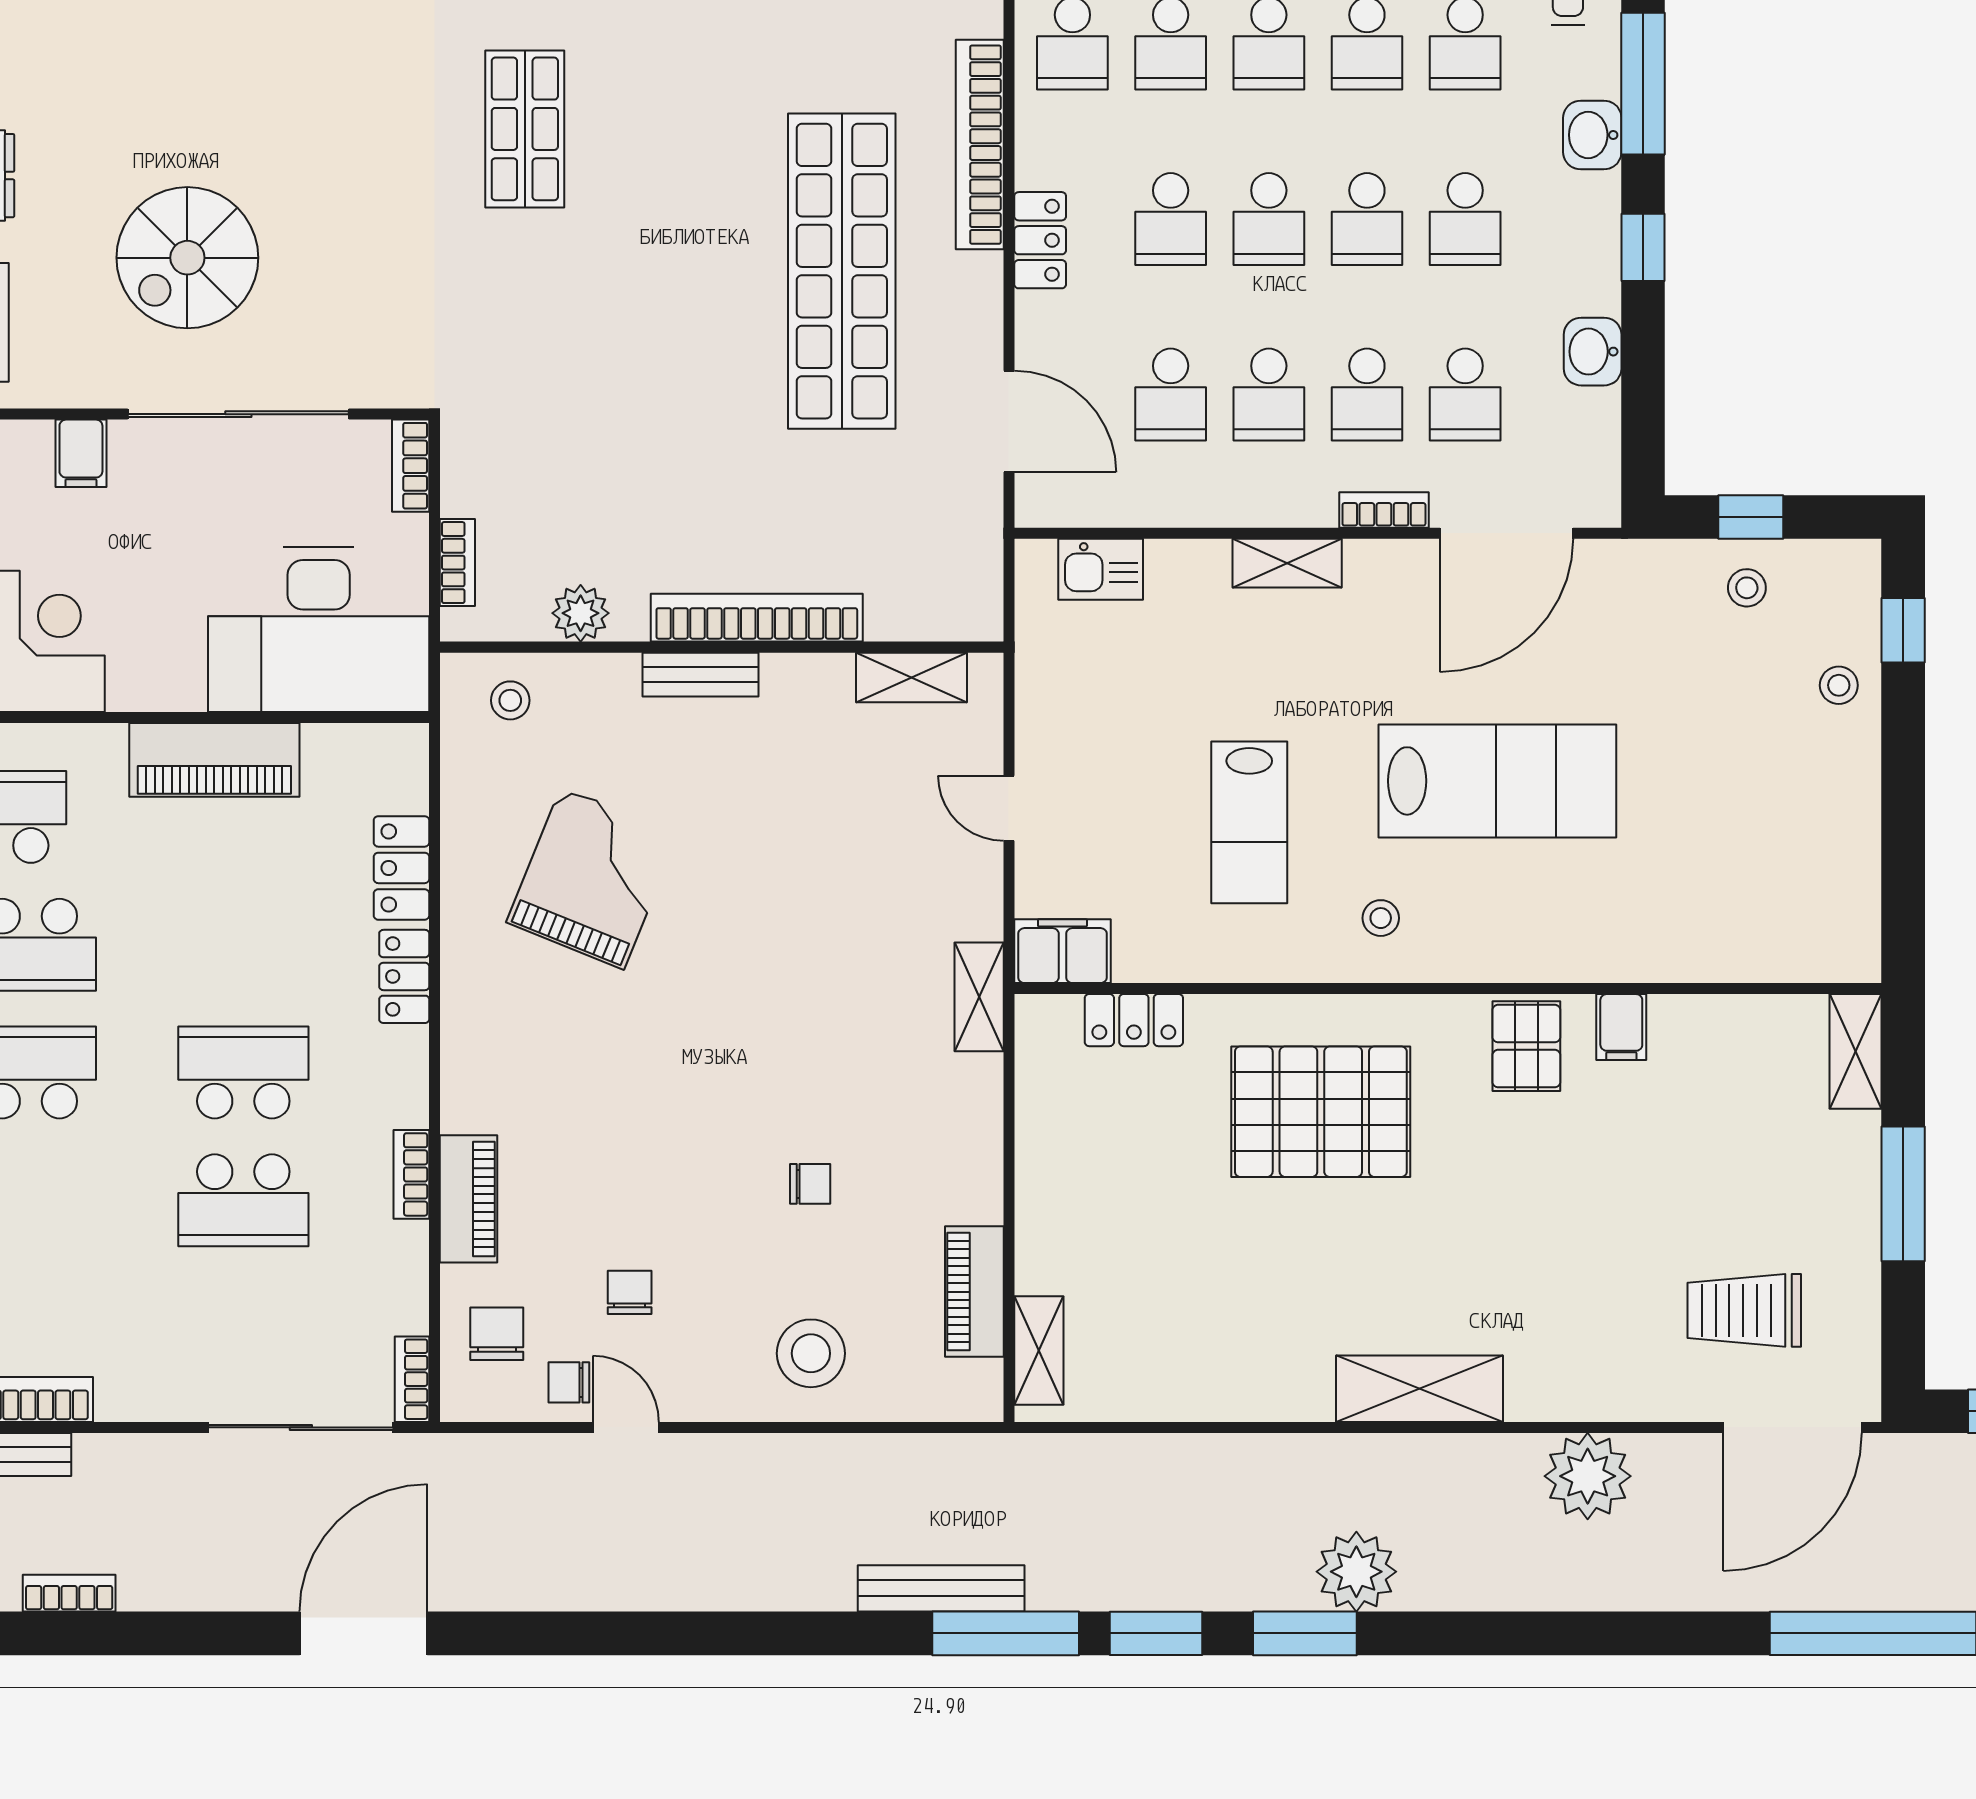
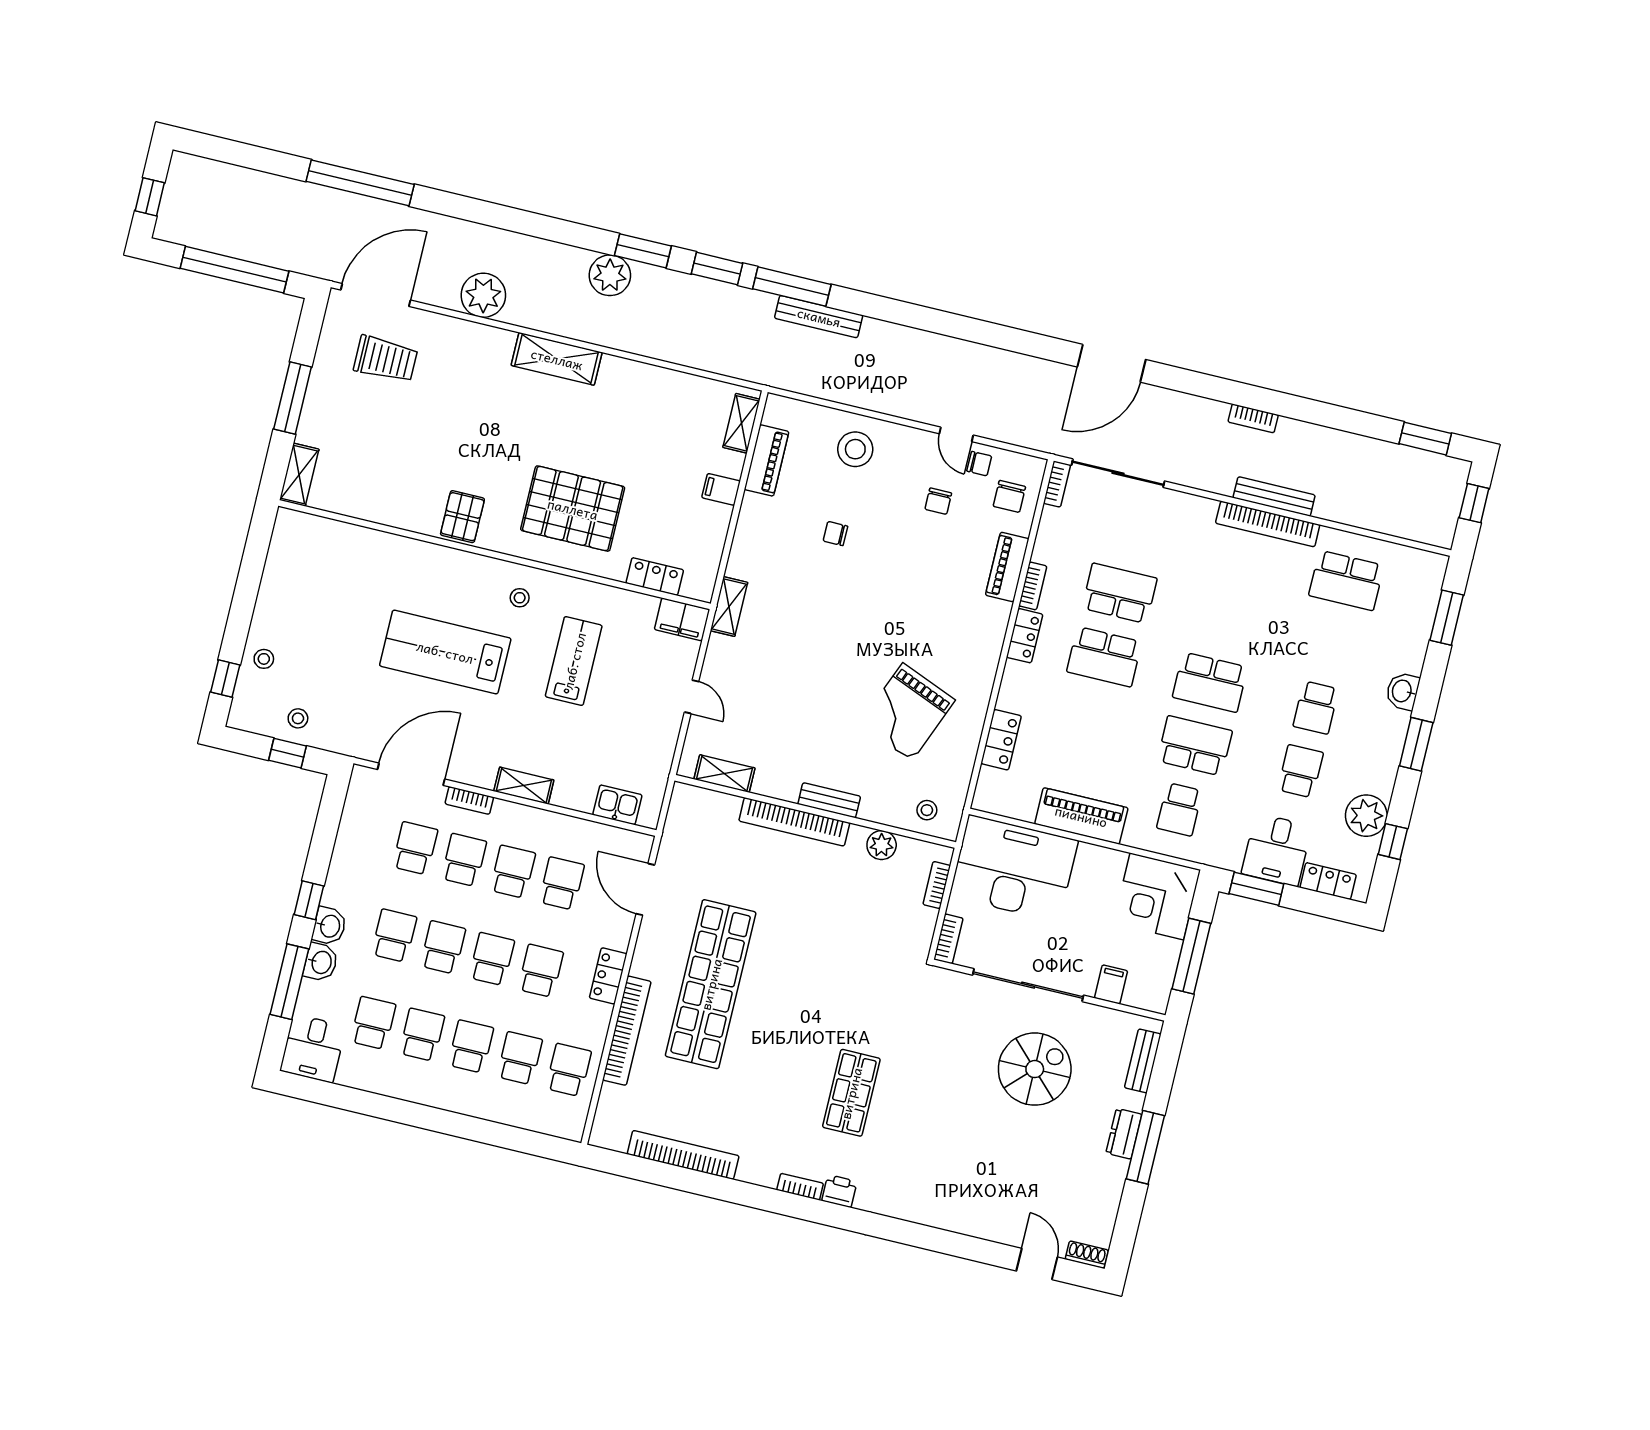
washbasin: (1593, 352) -> (329, 926), moved
locker: (404, 976) -> (1025, 636), moved
filing cabinet: (1621, 1027) -> (721, 489), moved, turned -90

